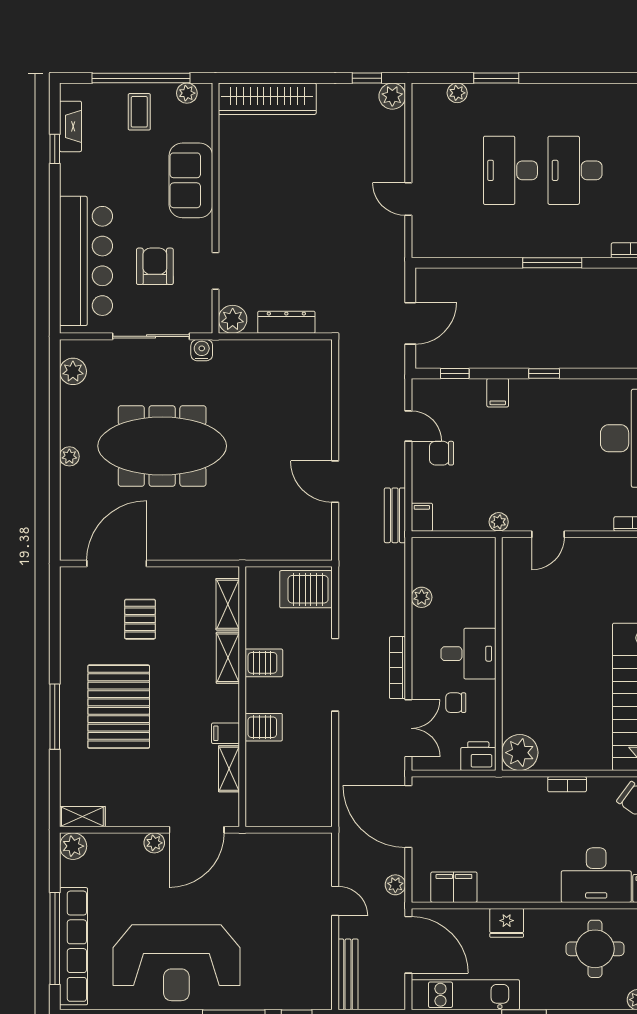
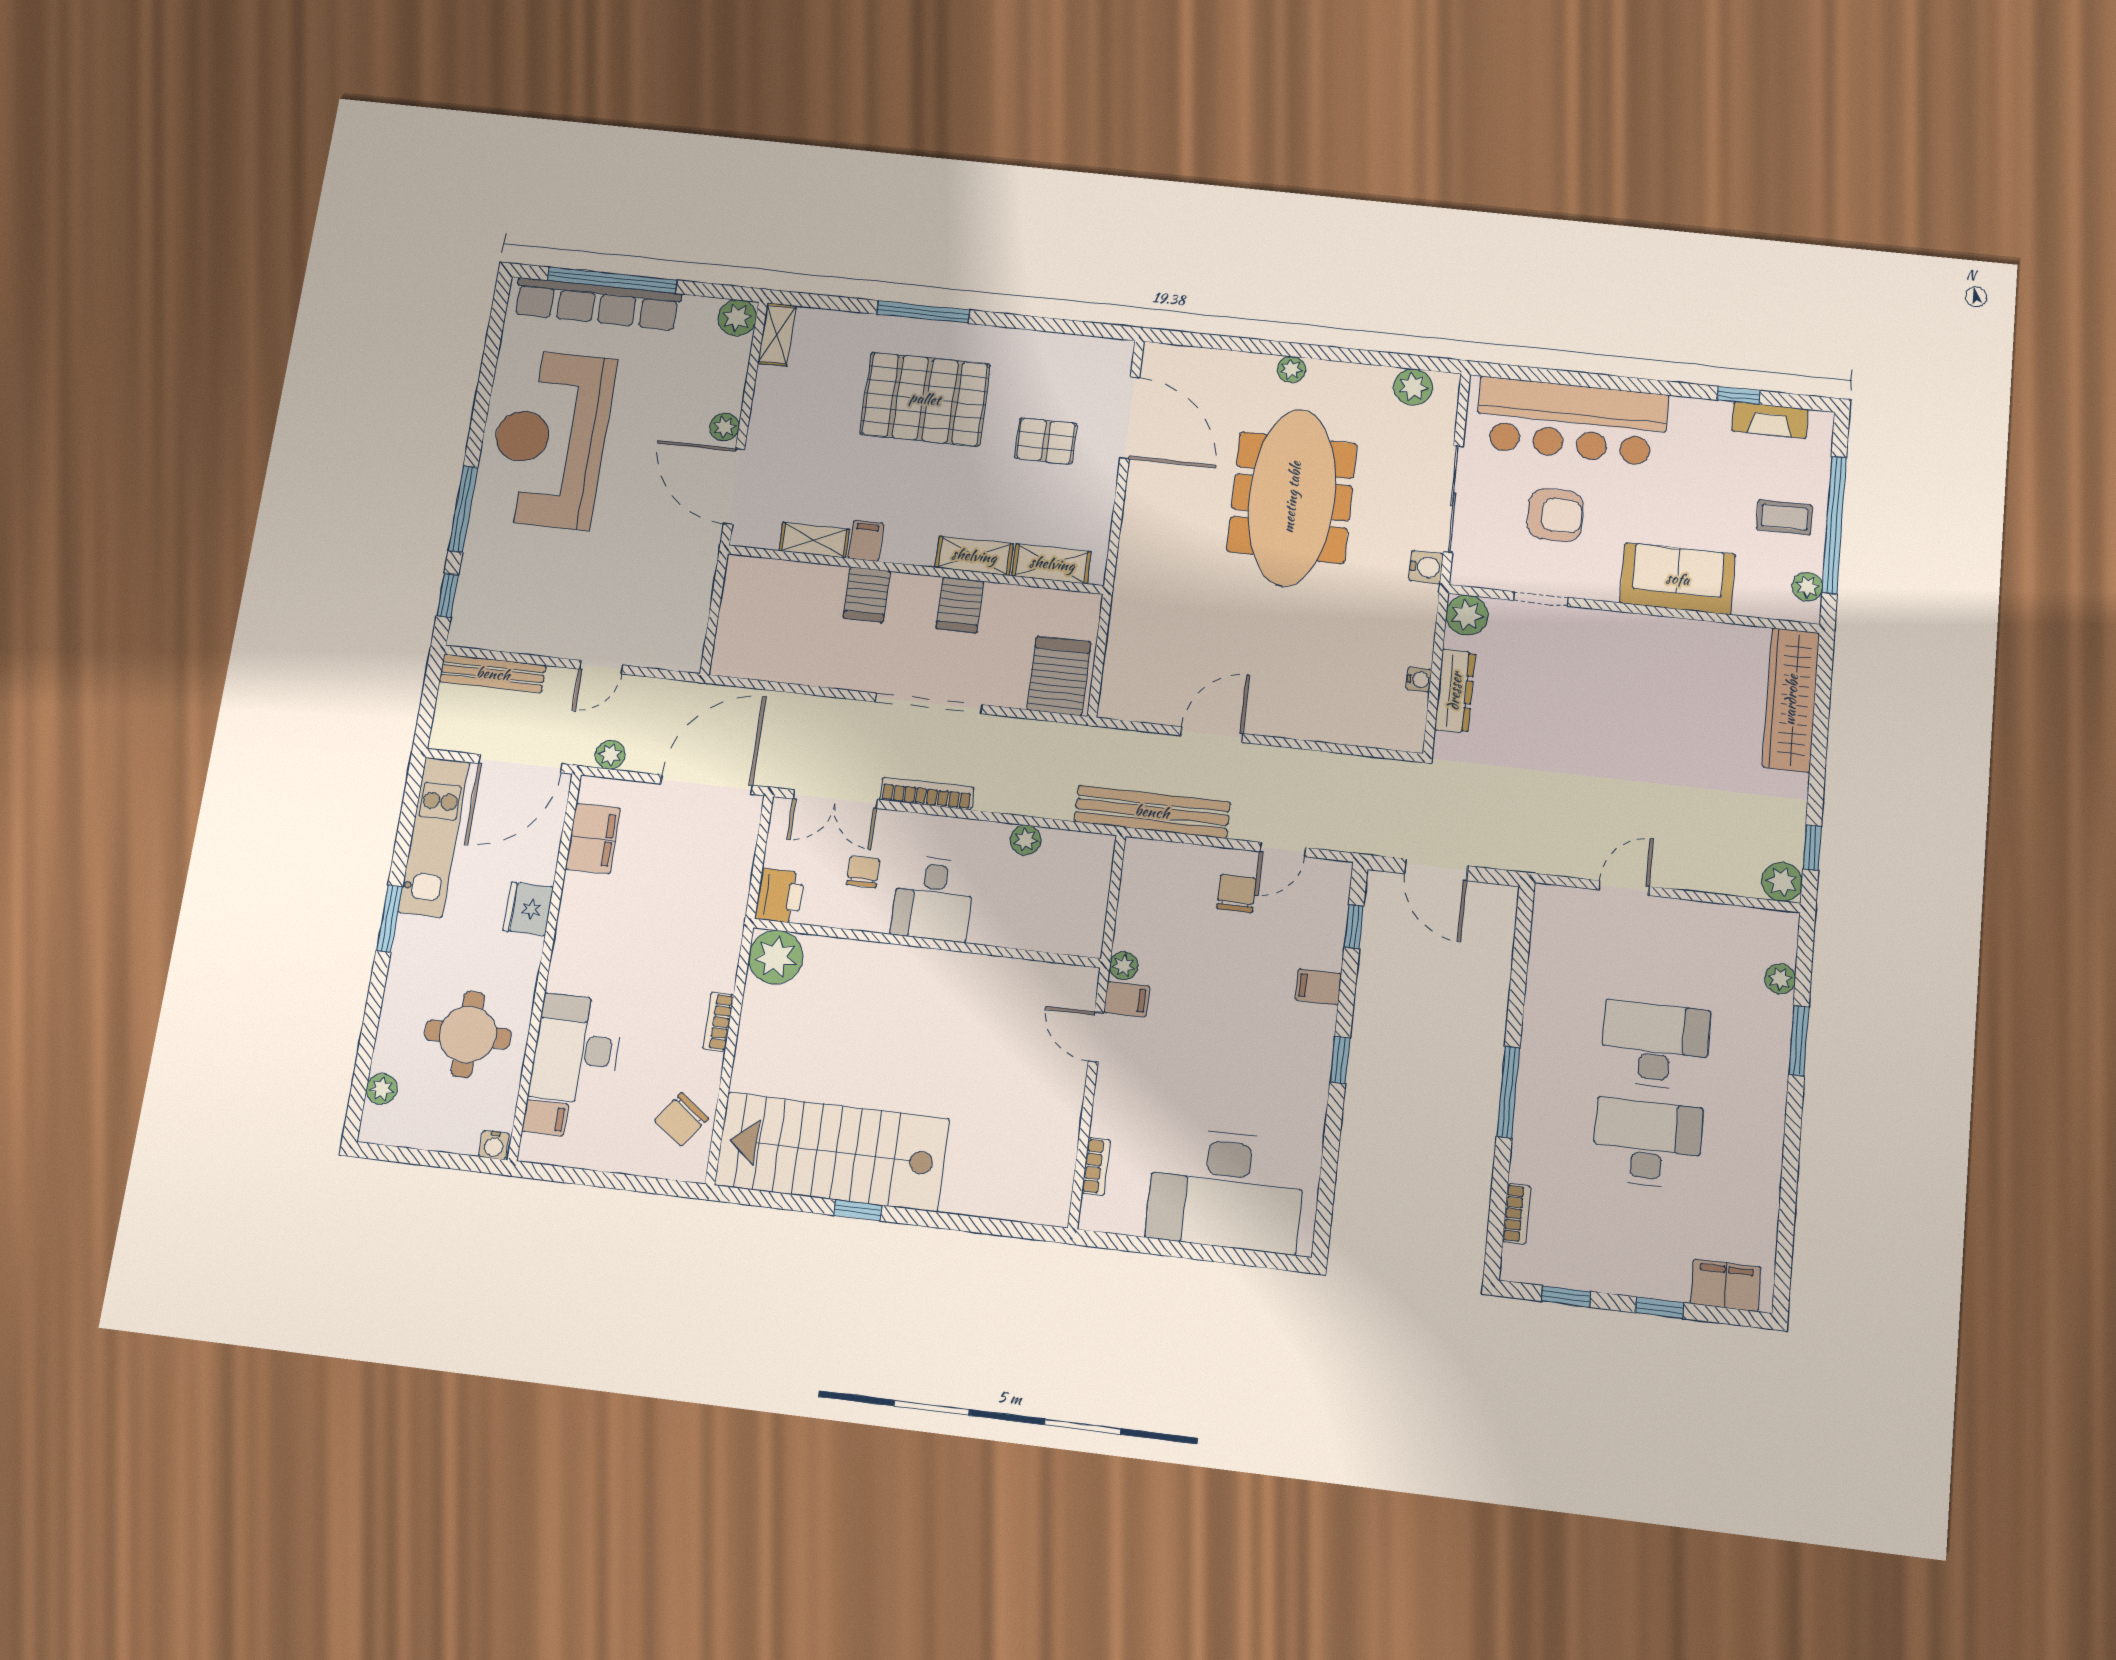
water cooler: (281, 347) -> (1419, 680), added
bench: (395, 515) -> (1152, 812), width x1.86, depth x1.21
filing cabinet: (422, 517) -> (1127, 999), moved

